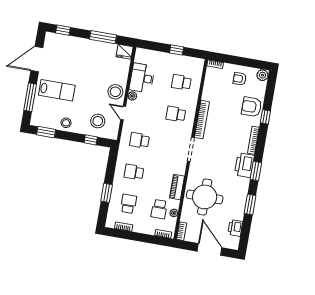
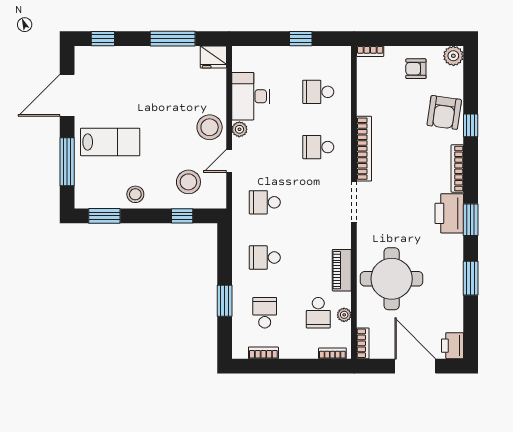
armchair: (252, 107) -> (444, 112), turned -82
door: (123, 113) -> (229, 161), hinge flipped
printer: (235, 228) -> (453, 346), moved

